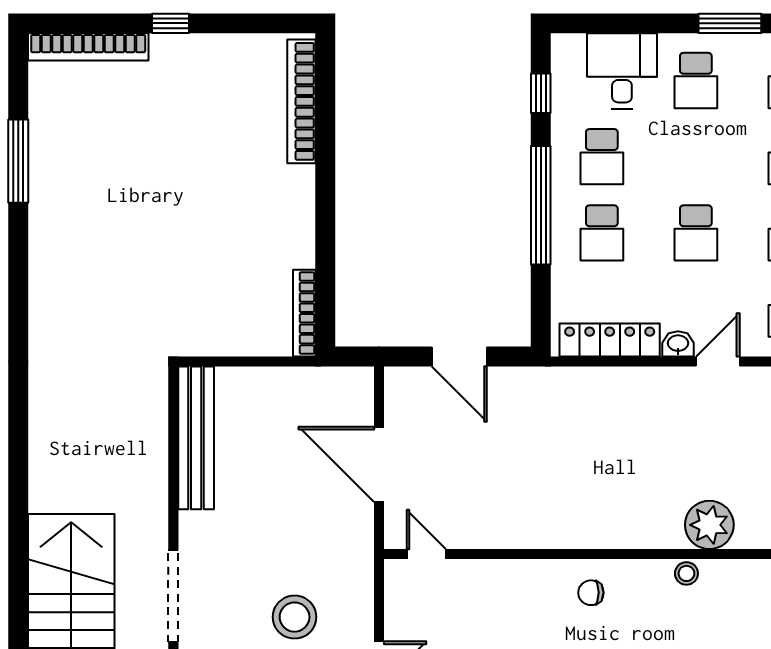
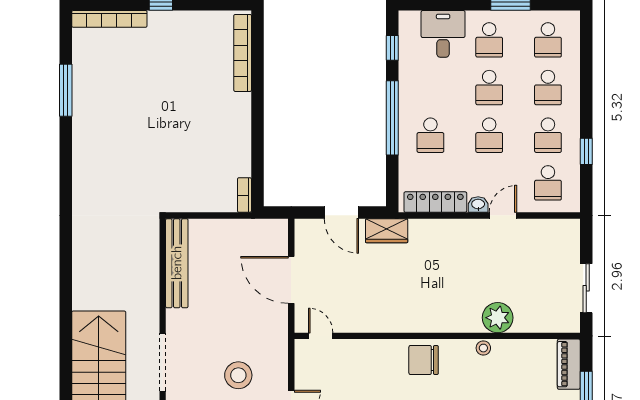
school desk: (602, 157) -> (489, 88), moved
bookcase: (304, 313) -> (244, 195), width x0.64
wardrobe: (532, 386) -> (387, 231), added
chair: (591, 593) -> (424, 360), width x1.87, depth x1.87

